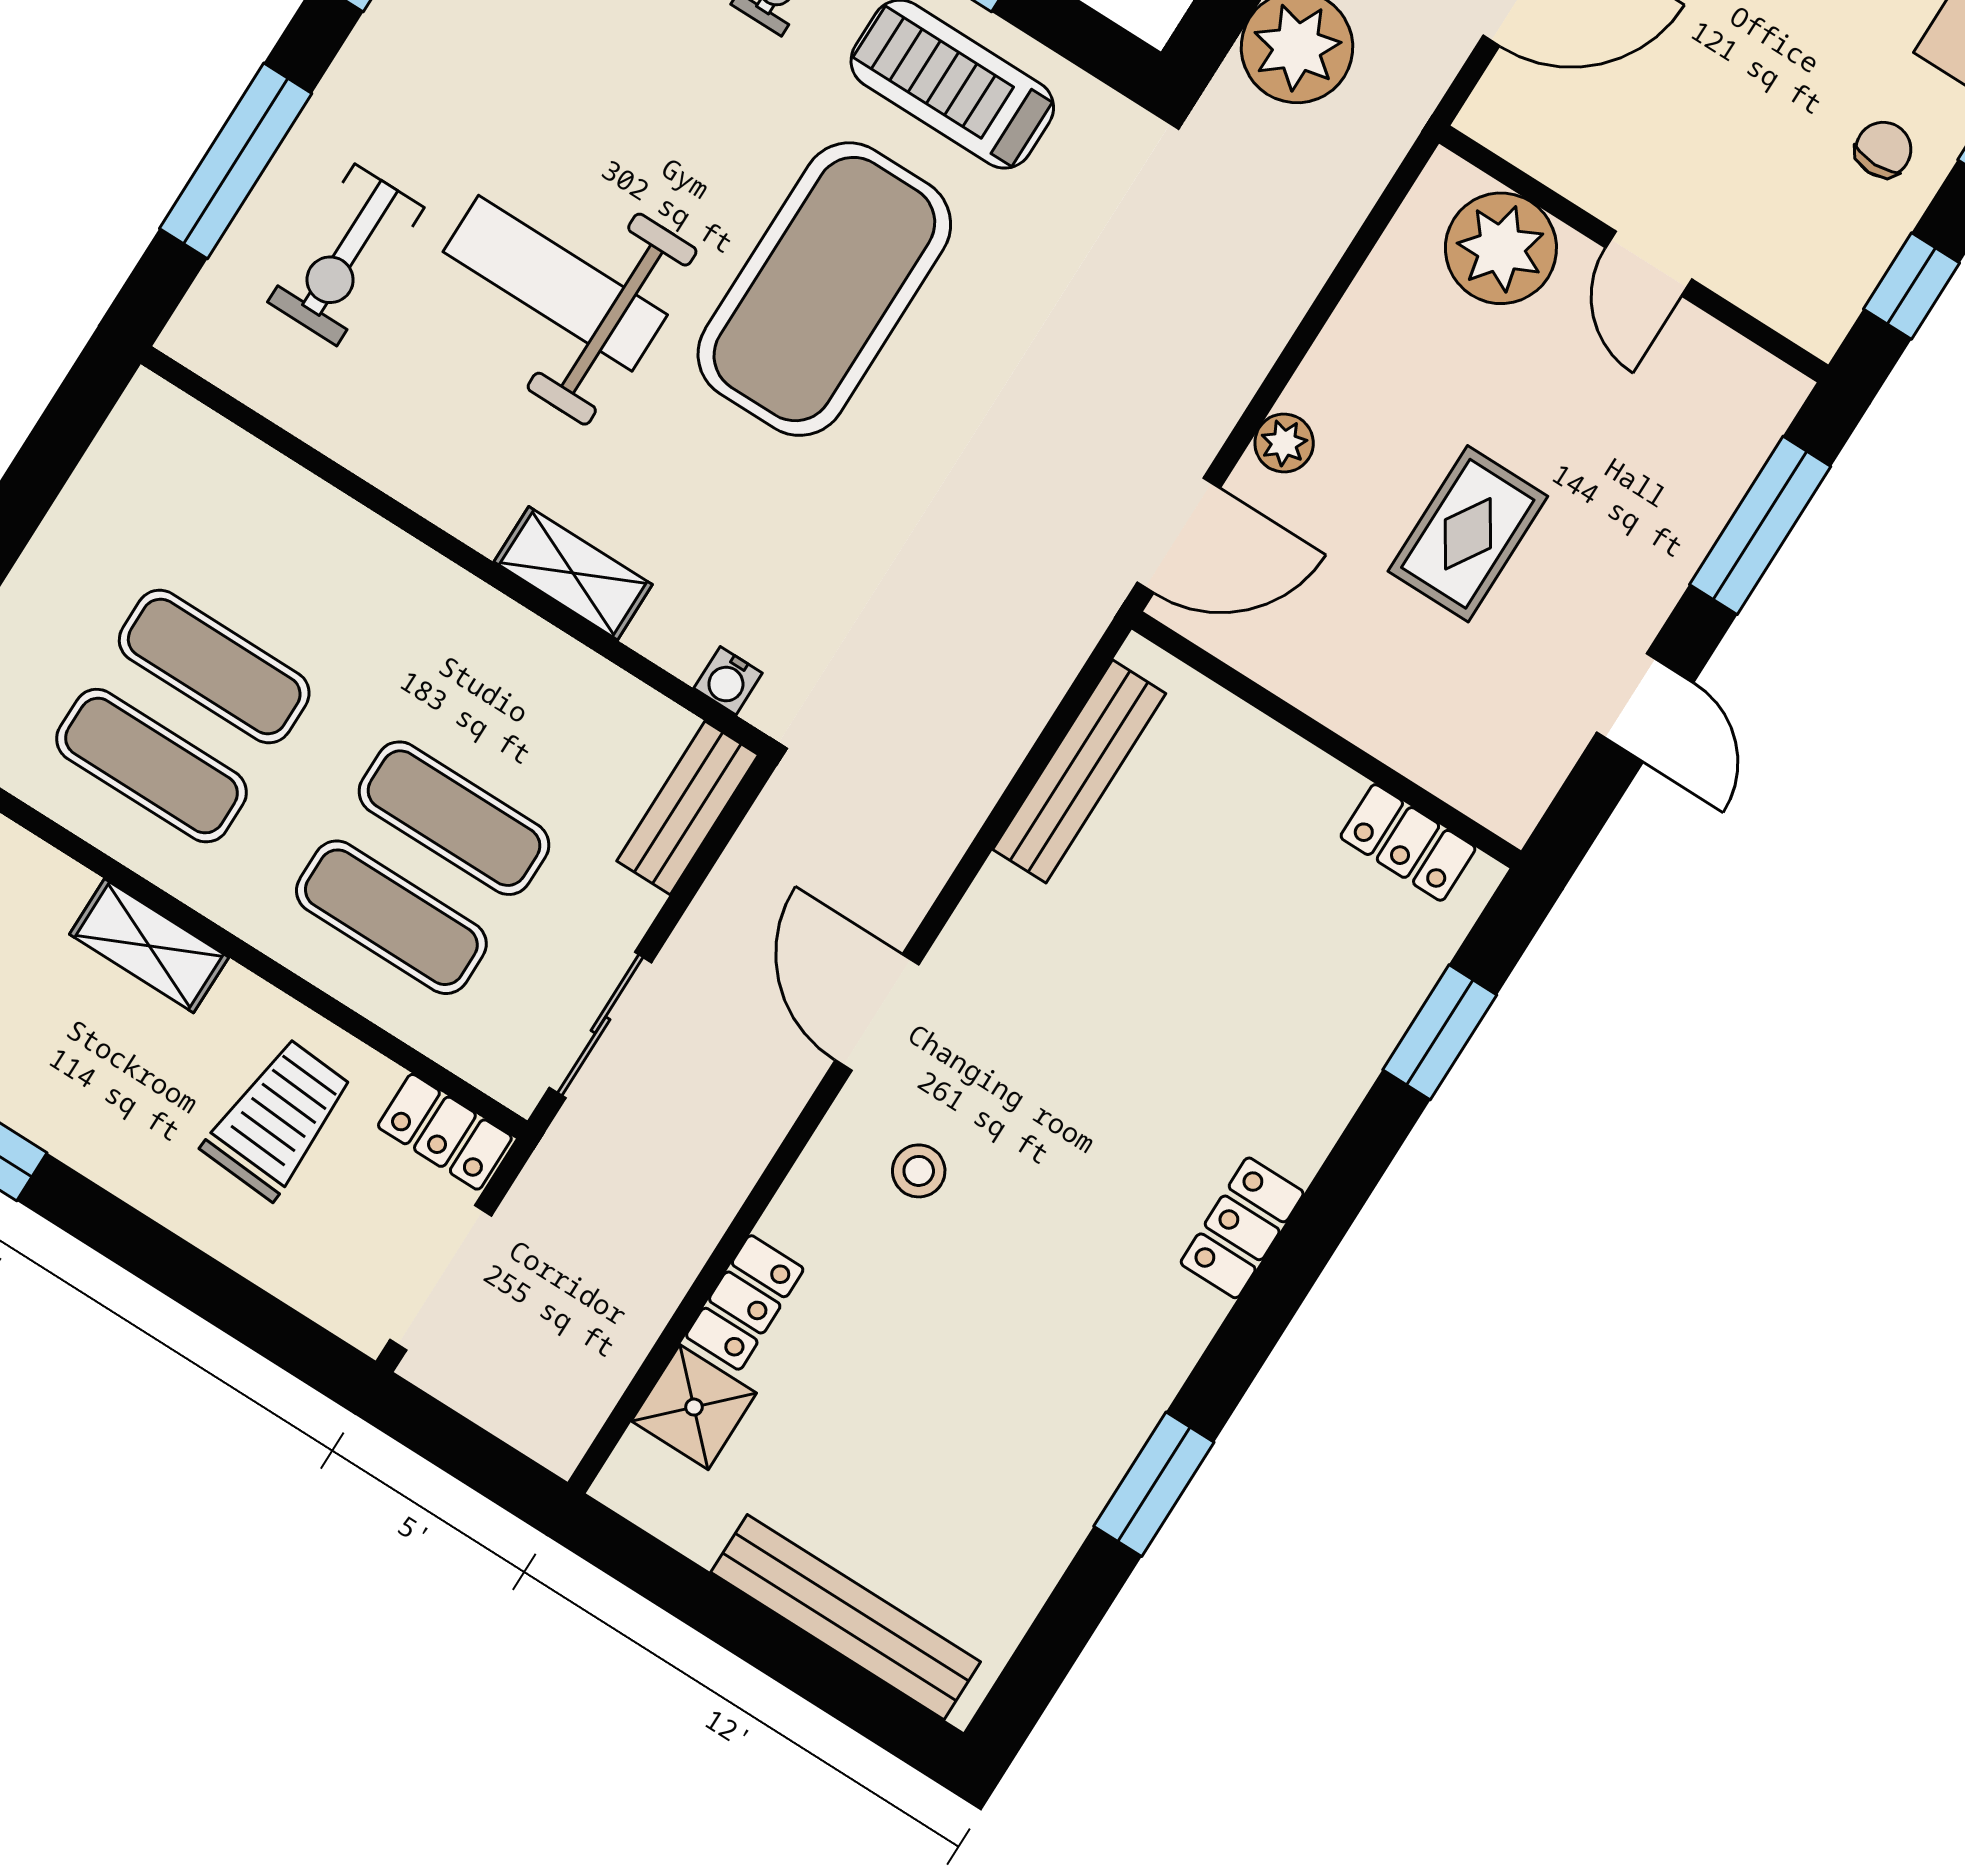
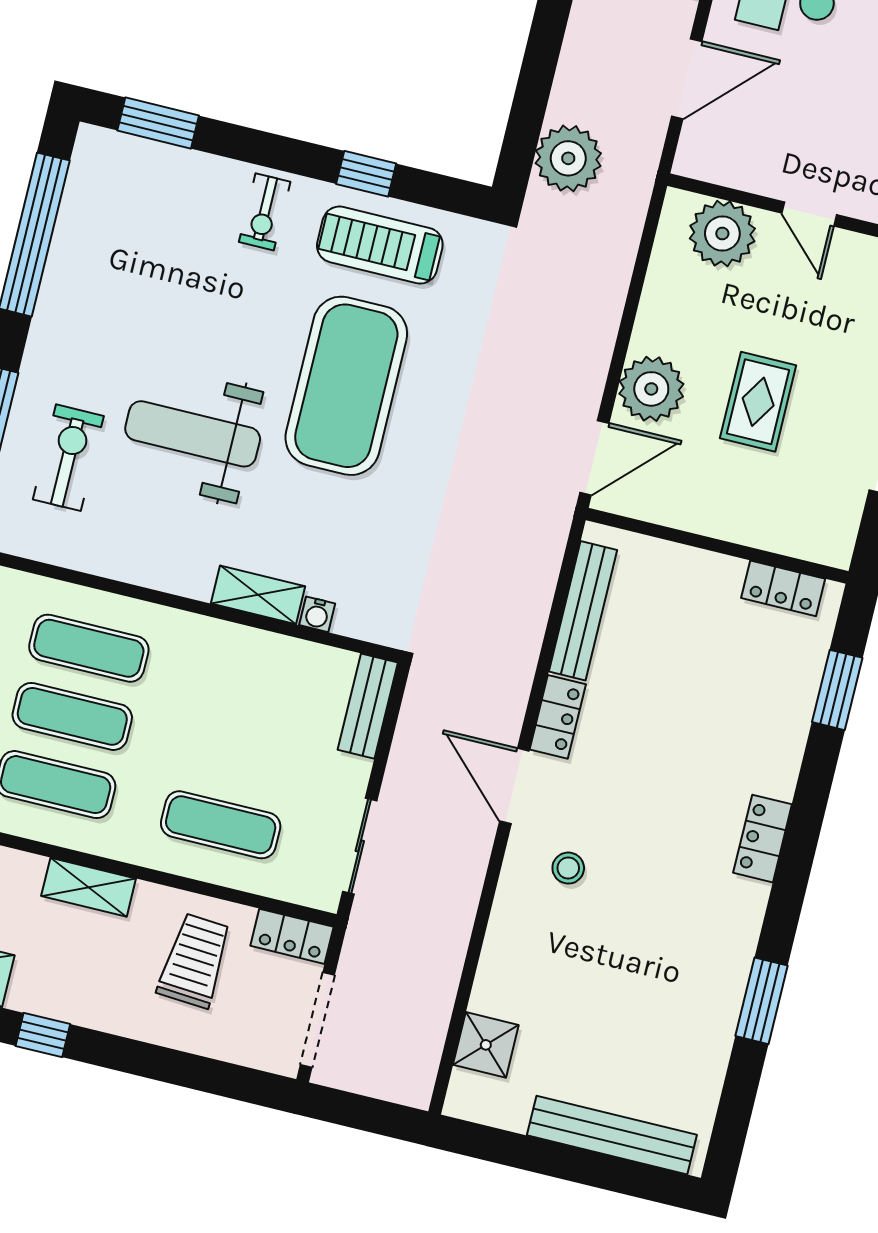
exercise bike: (346, 255) -> (68, 458), turned 180
plant: (1284, 443) -> (651, 389), width x1.88, depth x1.88
water cooler: (728, 681) -> (317, 614), moved
exercise mat: (454, 818) -> (89, 648), moved
locker: (745, 1302) -> (558, 717), moved

